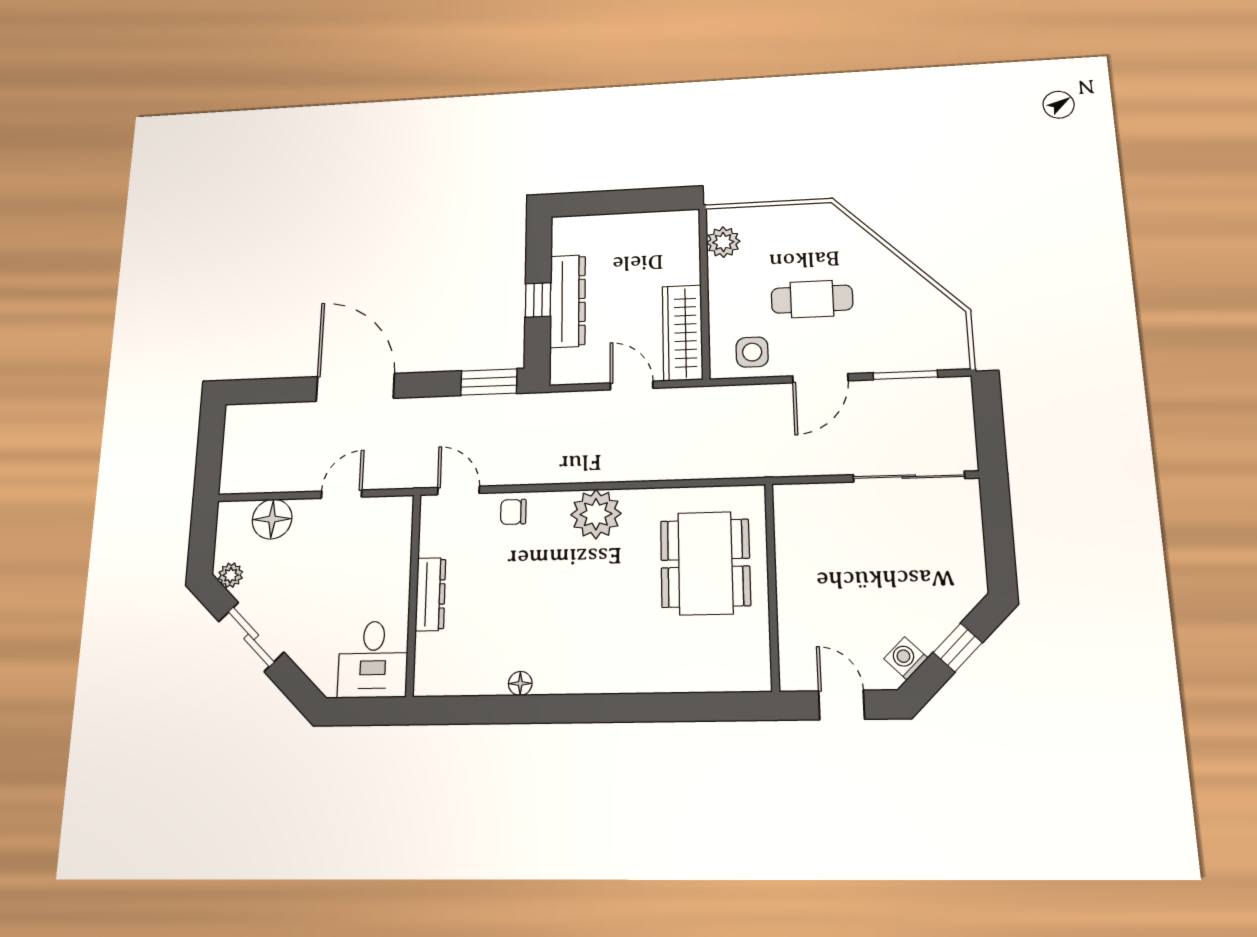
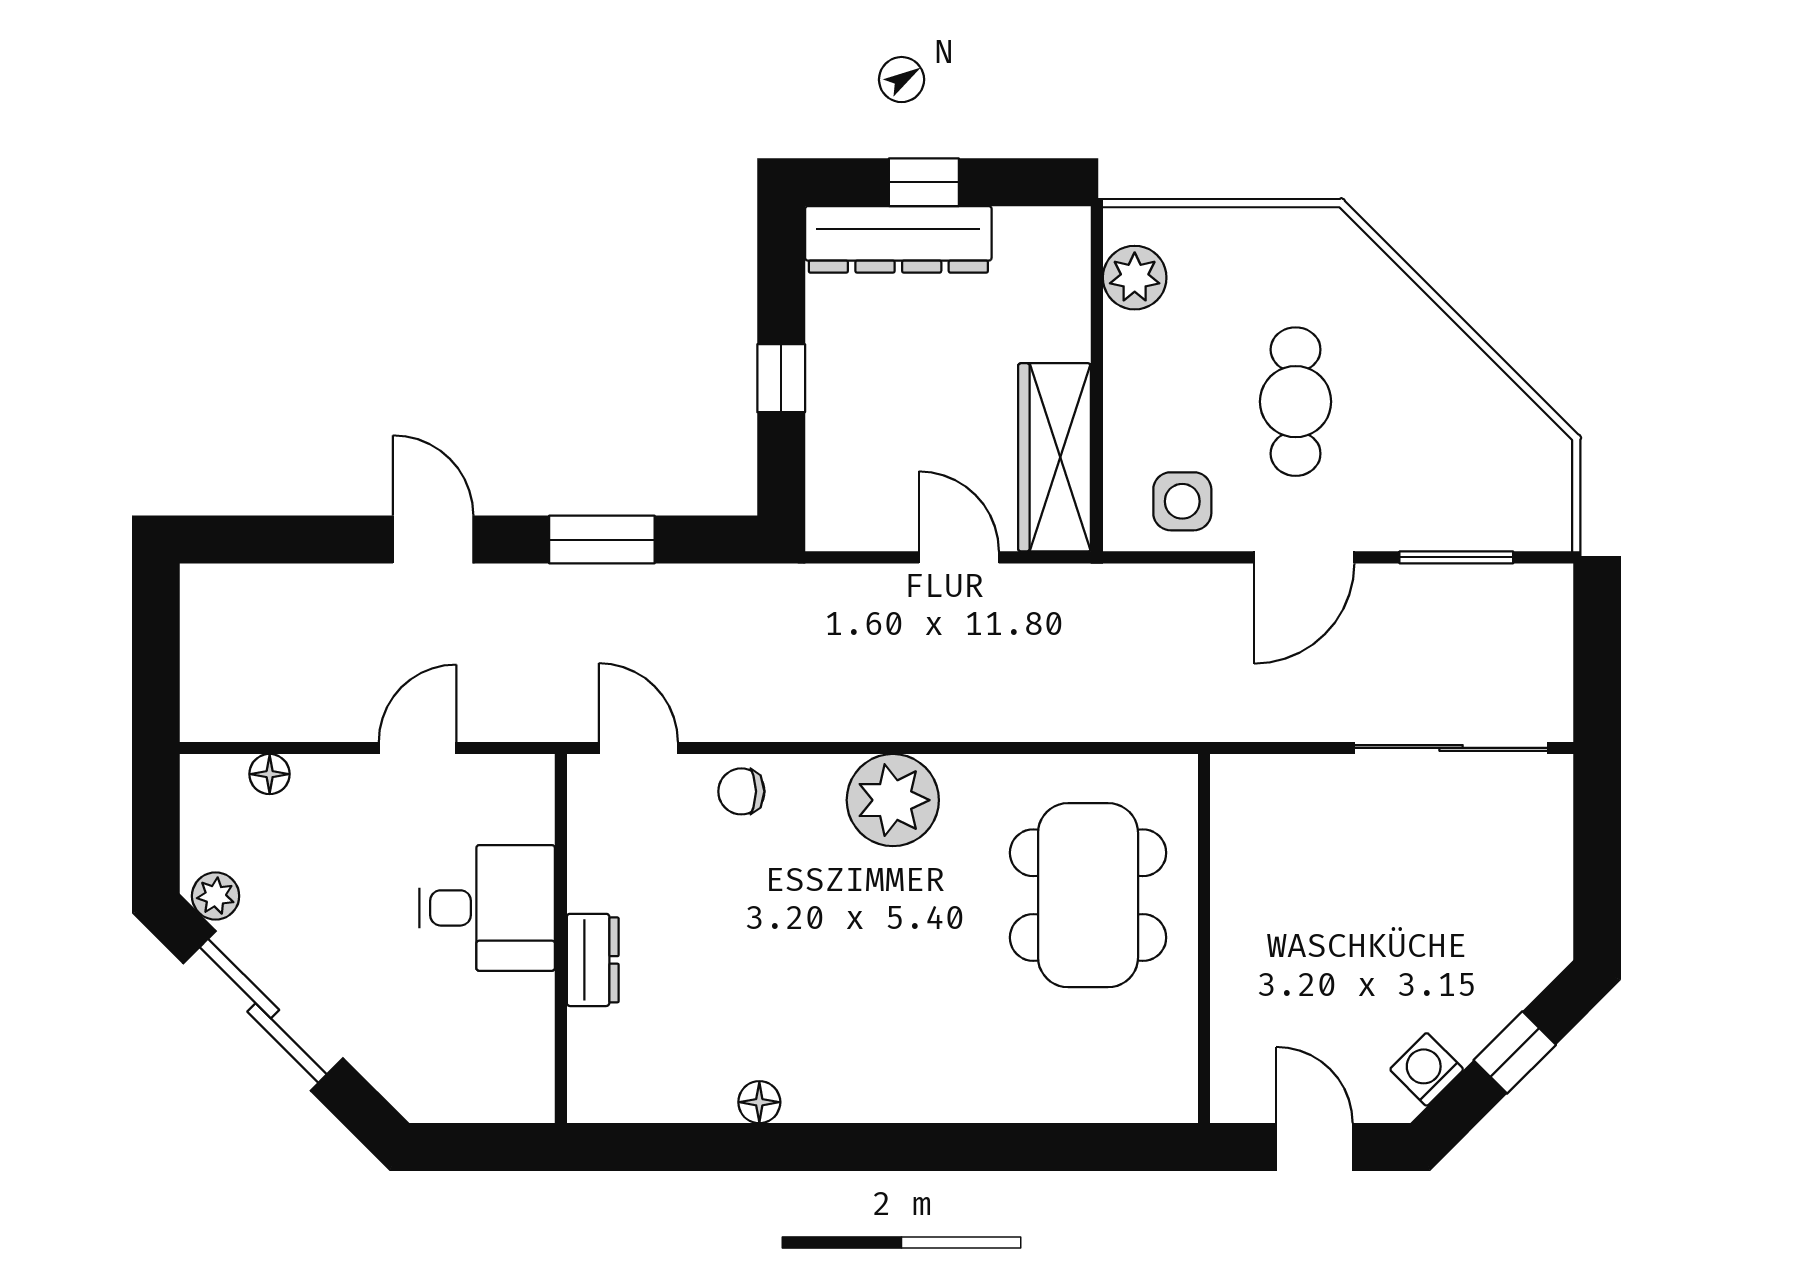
window: (612, 202) -> (924, 182), added
cafe table: (812, 299) -> (1296, 402), turned 90
dresser: (568, 301) -> (898, 239), moved, turned 90
window: (489, 382) -> (602, 540), moved
door: (355, 387) -> (433, 540), width x0.53
floor lamp: (272, 519) -> (270, 774), width x0.53, depth x0.53
dresser: (431, 594) -> (593, 960), width x0.70
sliding door: (251, 637) -> (263, 1011), width x1.37
desk: (373, 659) -> (487, 908), moved, turned -90

